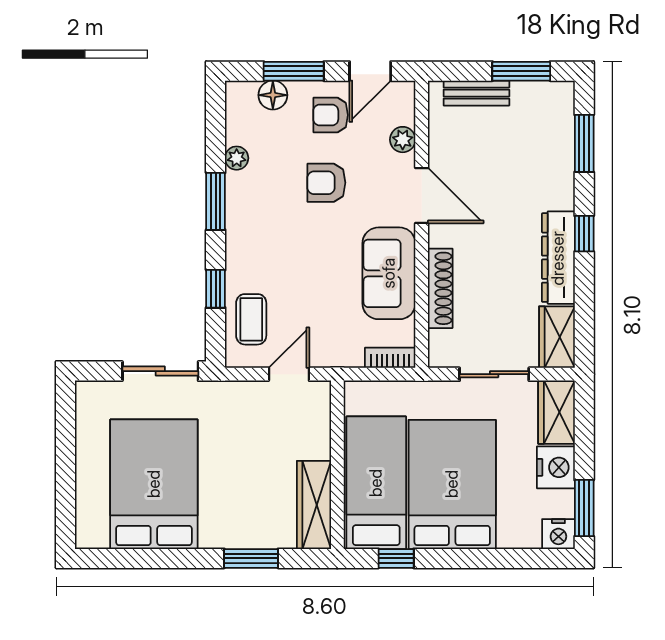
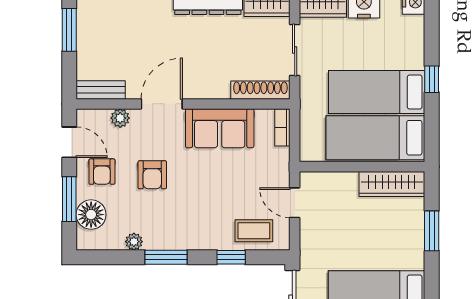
bench: (476, 93) -> (101, 90), moved, turned 90
floor lamp: (273, 95) -> (91, 215), width x1.38, depth x1.38
shoe rack: (440, 288) -> (260, 90), moved
bed: (452, 484) -> (377, 92), width x0.67
window: (396, 558) -> (432, 79), moved

